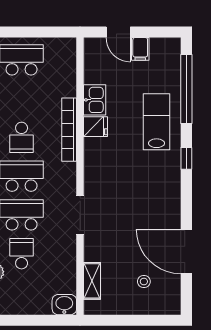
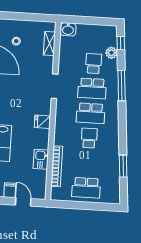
fridge: (96, 127) -> (42, 122), moved
bookcase: (69, 130) -> (57, 166), moved
school desk: (22, 254) -> (94, 64), turned 180

